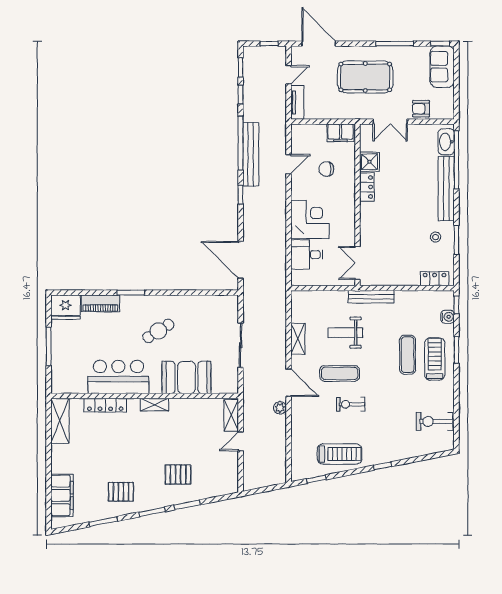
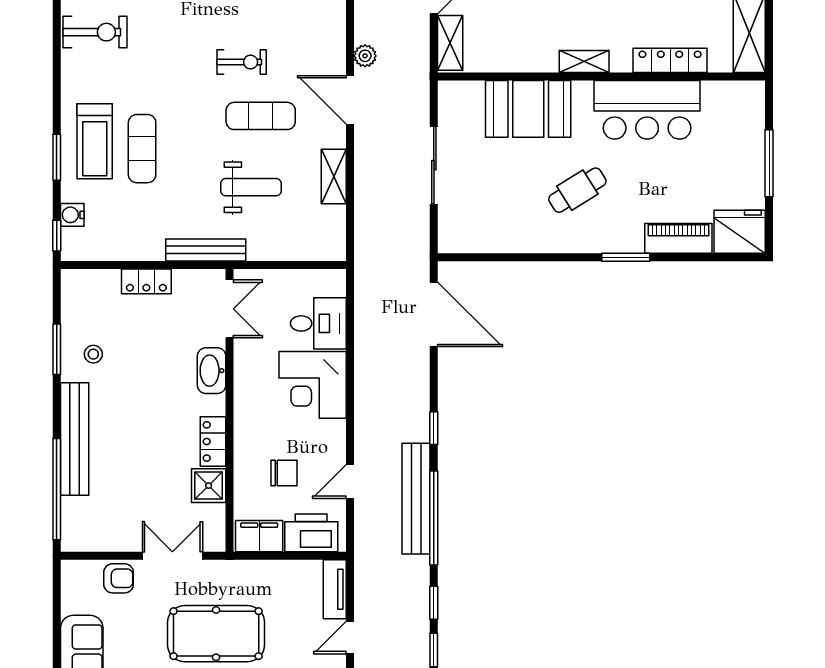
printer: (311, 135) -> (311, 533), added
washbasin: (446, 142) -> (212, 371), moved, turned 180
locker: (435, 279) -> (146, 281), moved

